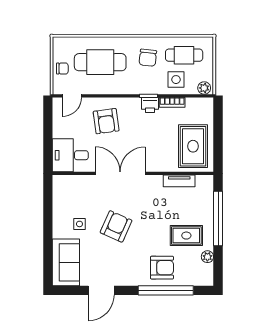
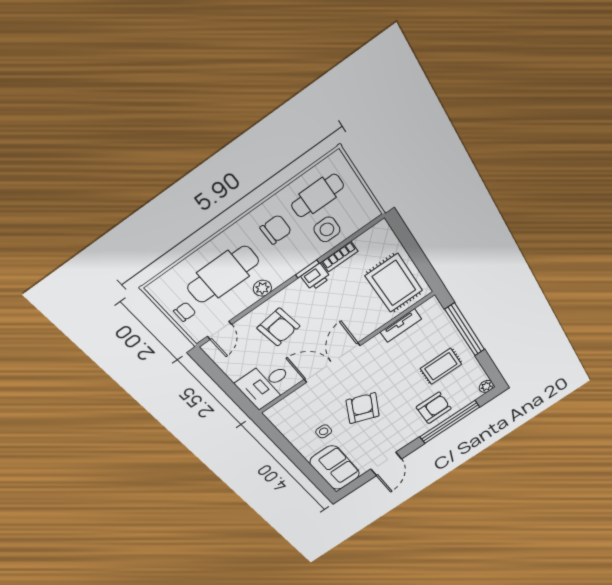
chair: (148, 58) -> (276, 230), turned -96
plant: (204, 88) -> (262, 288), moved
plant: (207, 257) -> (486, 386), moved

